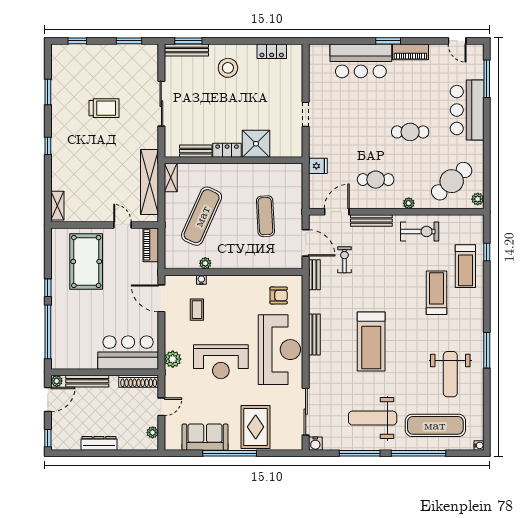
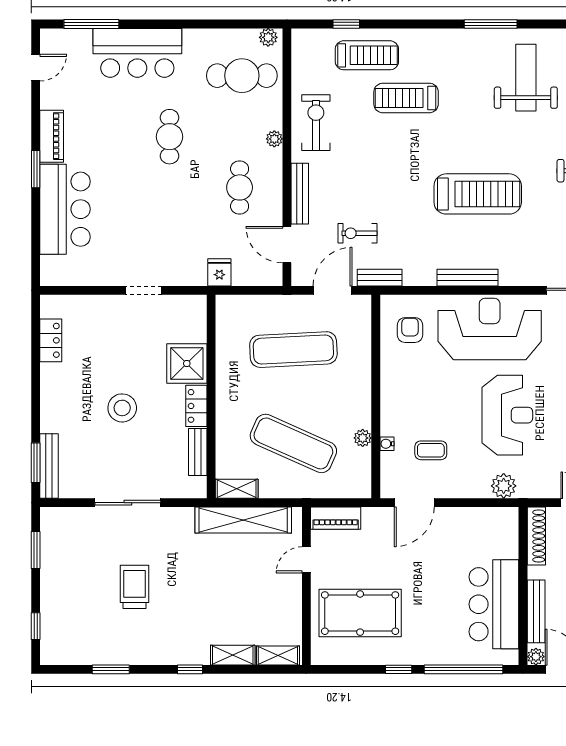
stool: (228, 68) -> (122, 408), moved
shelving: (58, 175) -> (233, 655), added
cafe table: (452, 181) -> (242, 76), turned -48
exercise mat: (265, 216) -> (293, 350), width x1.36, depth x1.45
bar counter: (128, 353) -> (494, 604), moved
weight bench: (450, 374) -> (526, 78), turned -90

